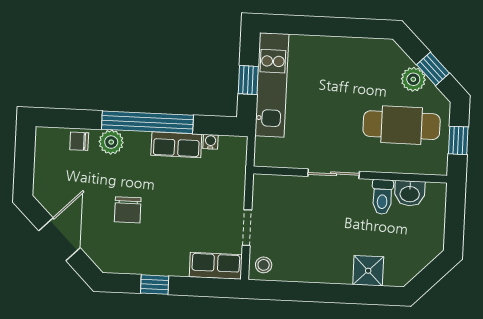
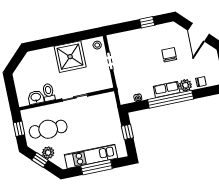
window: (326, 26) -> (97, 167), added
kitchen unit: (272, 85) -> (91, 156), moved, turned 90
row of seats: (176, 145) -> (167, 89), moved
row of seats: (216, 266) -> (120, 39), removed
shower: (368, 271) -> (70, 57), moved, width x1.86, depth x1.86

